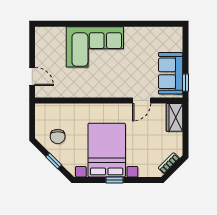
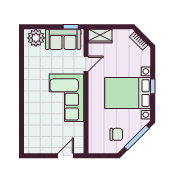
plant: (172, 41) -> (36, 38), added
corner sofa: (95, 47) -> (66, 98), moved, turned 180
door: (142, 100) -> (86, 64), hinge flipped
window: (54, 161) -> (137, 138), width x2.17

